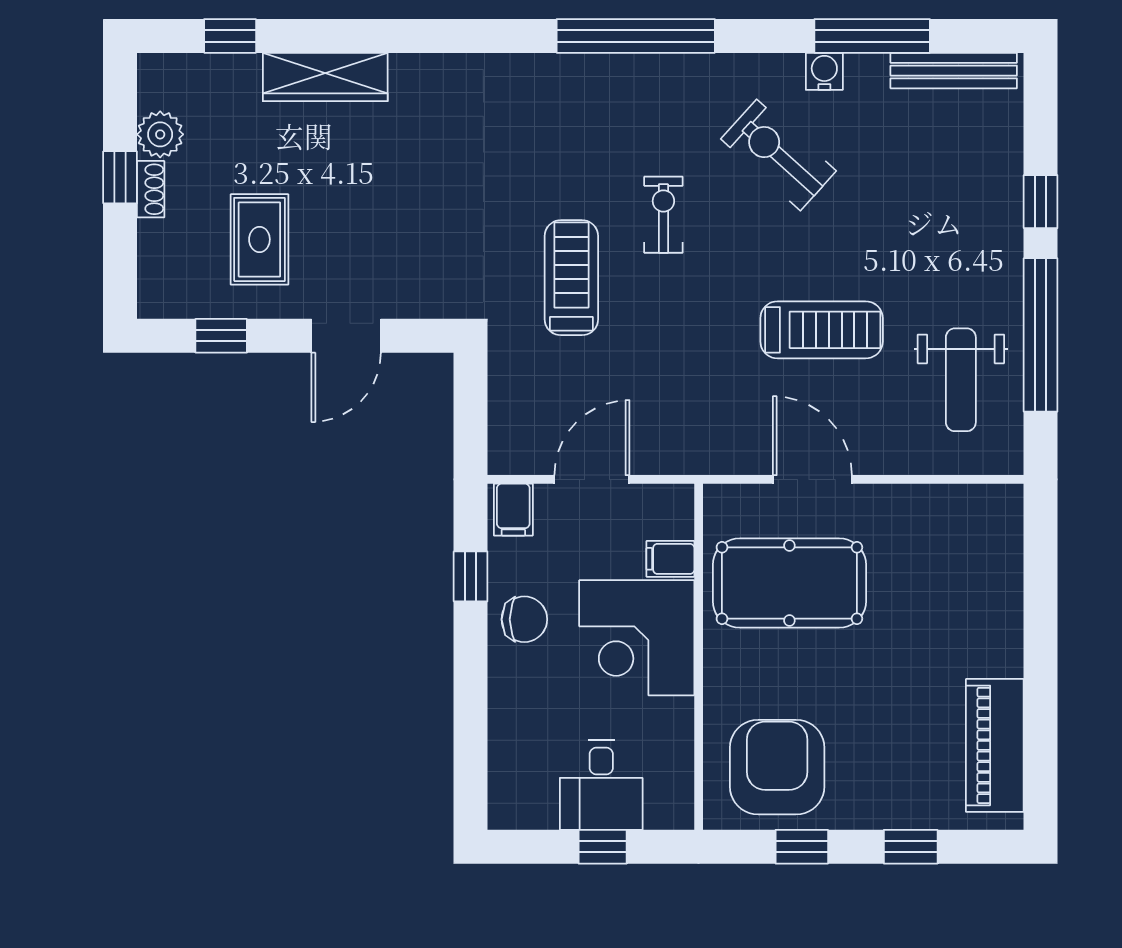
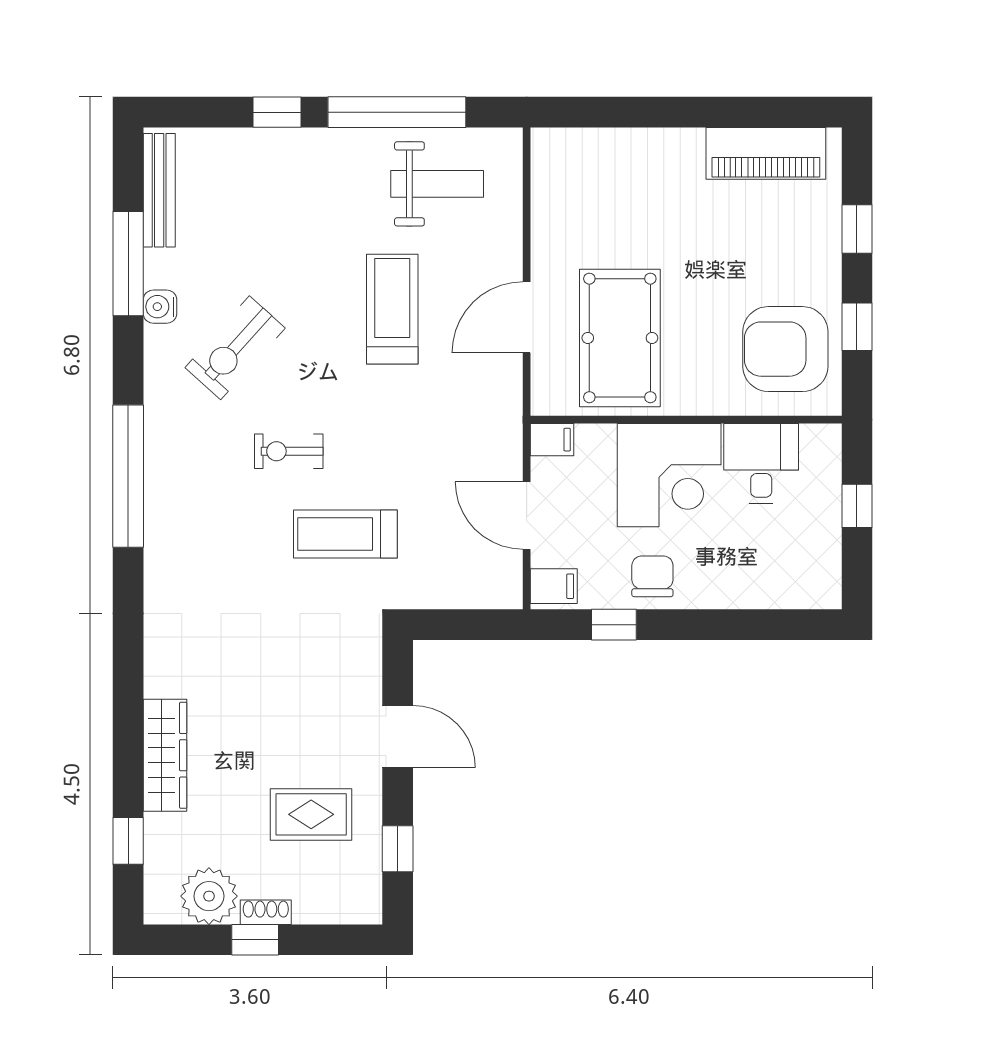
plant: (160, 134) -> (209, 896), width x1.36, depth x1.36
filing cabinet: (670, 559) -> (552, 440), moved, turned -90
desk: (601, 785) -> (761, 464), moved, turned -90

